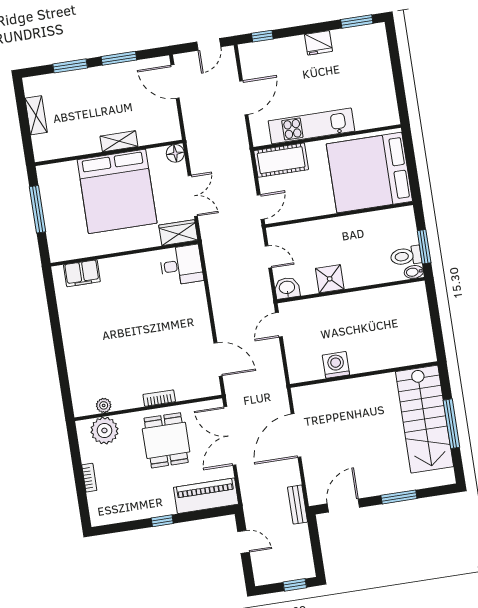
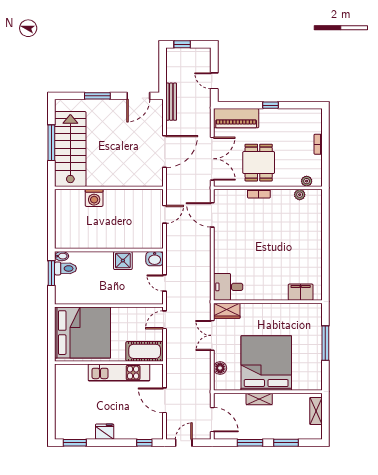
door: (244, 98) -> (165, 400), hinge flipped
shelving: (119, 141) -> (259, 399), moved
wall: (109, 153) -> (268, 392), moved
bed: (117, 191) -> (266, 363), moved
door: (279, 325) -> (165, 214), moved
washing machine: (336, 365) -> (94, 198), moved
plant: (104, 430) -> (307, 181), width x0.53, depth x0.53
bench: (298, 505) -> (171, 102), width x1.36

